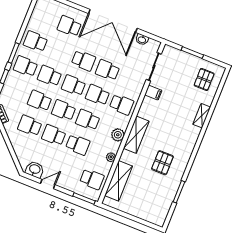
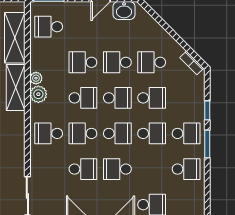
filing cabinet: (153, 93) -> (15, 164), removed
school desk: (98, 95) -> (83, 133), turned 180
school desk: (30, 126) -> (152, 62), turned 180
school desk: (54, 135) -> (117, 62), turned 180
shelving: (136, 135) -> (16, 88), moved
plant: (111, 157) -> (36, 78), moved

